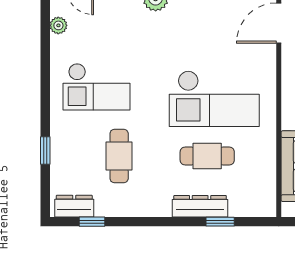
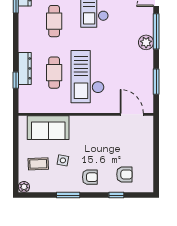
cafe table: (119, 156) -> (54, 21), turned 90

